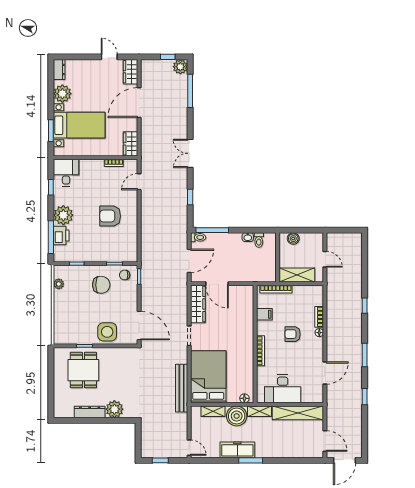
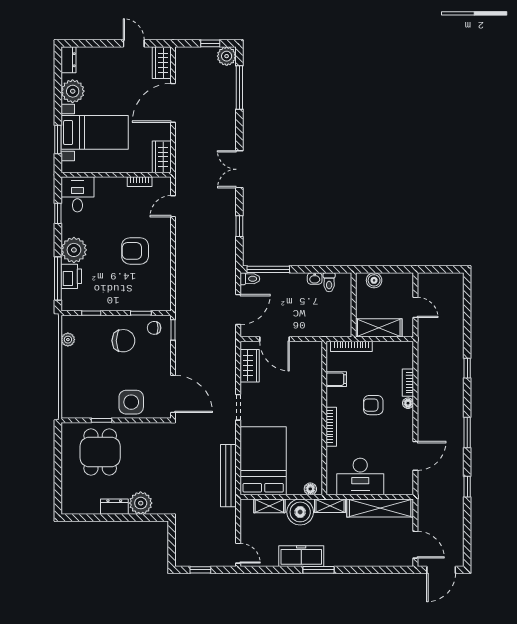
wardrobe: (198, 304) -> (250, 366), width x0.67
dresser: (90, 412) -> (114, 507), width x0.70

